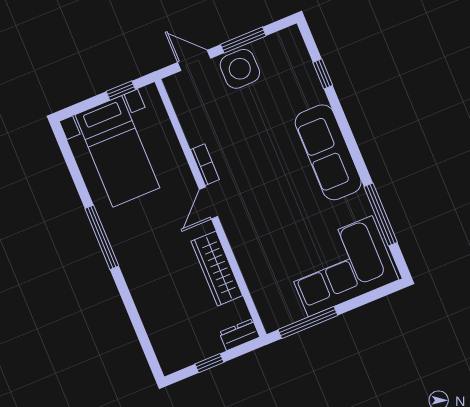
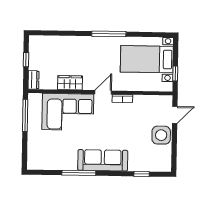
window: (243, 40) -> (174, 143), removed
door: (208, 203) -> (103, 92), hinge flipped
window: (381, 214) -> (79, 173), moved
corner sofa: (340, 266) -> (68, 112), moved, turned 90
wardrobe: (217, 268) -> (70, 83), width x0.67

